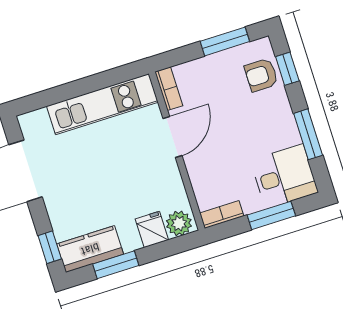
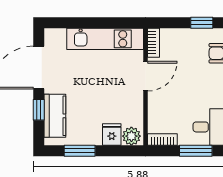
window: (225, 41) -> (202, 23), width x0.67
window: (50, 247) -> (39, 110), moved
kitchen counter: (90, 249) -> (55, 116), moved, turned 90

